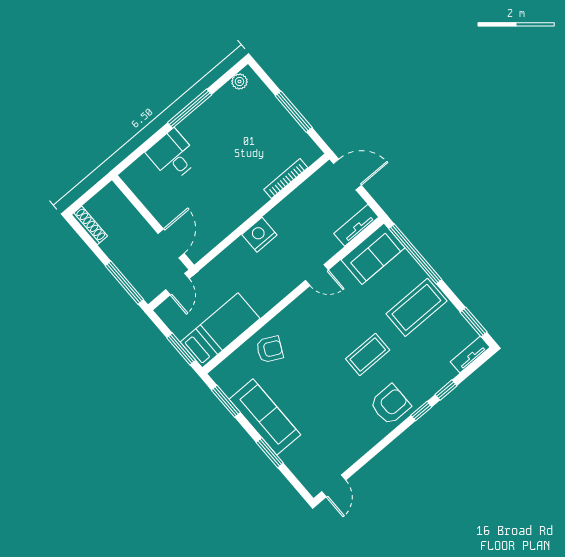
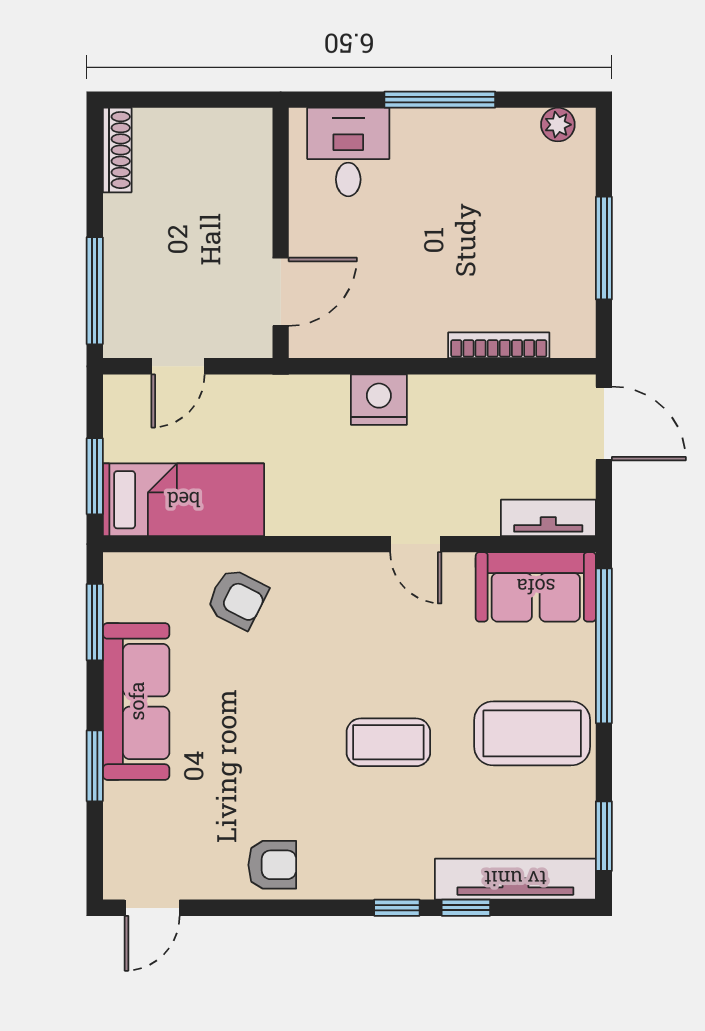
wall: (153, 222) -> (281, 233), moved
door: (171, 243) -> (281, 292), moved
tv unit: (470, 354) -> (515, 879), width x1.92, depth x1.29
armchair: (390, 405) -> (272, 865), moved, width x0.72, depth x0.72

